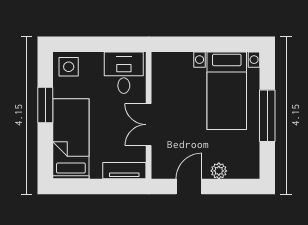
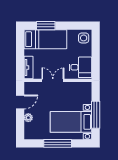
window: (213, 44) -> (96, 115), added
window: (45, 105) -> (46, 26), moved
door: (189, 186) -> (20, 102), hinge flipped

